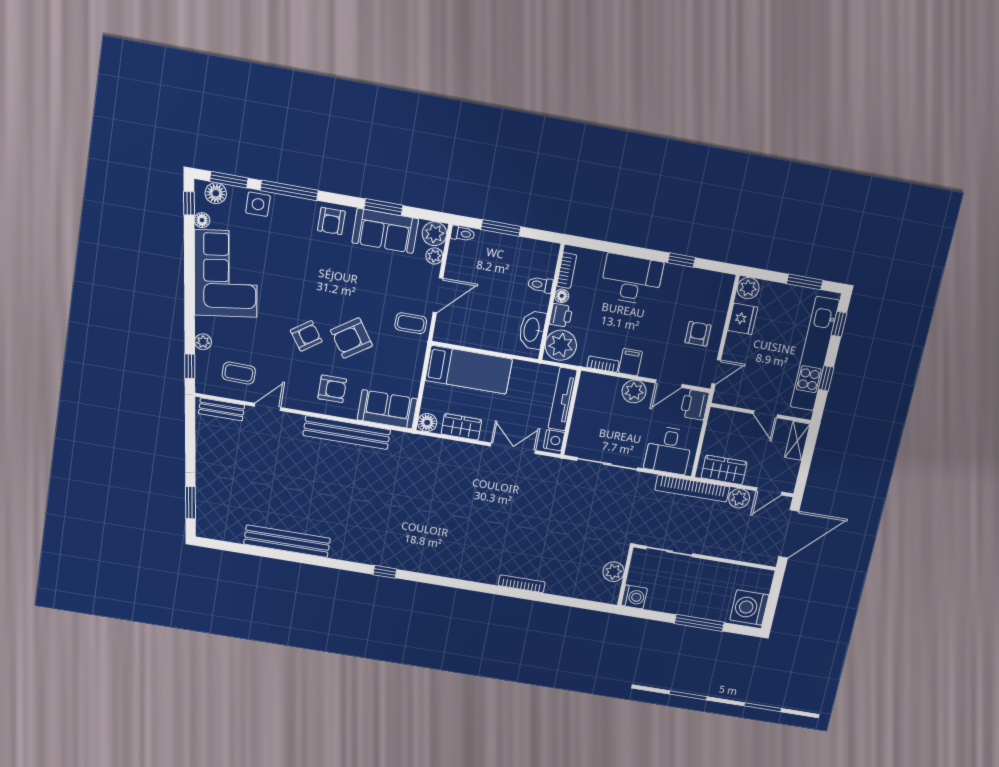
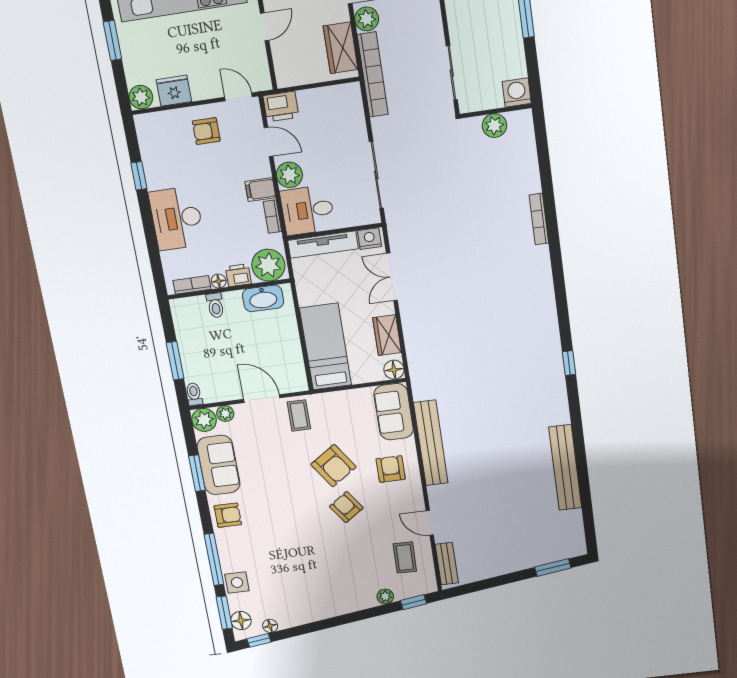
corner sofa: (226, 274) -> (312, 593), removed
desk: (669, 450) -> (308, 210), moved, turned 180

